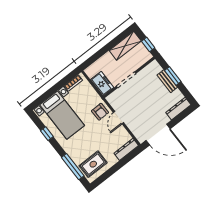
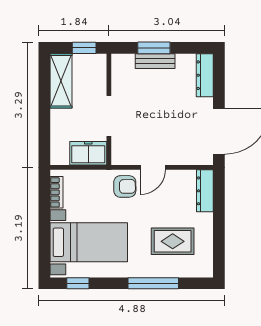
door: (118, 118) -> (153, 167), hinge flipped
window: (47, 134) -> (78, 283), moved
rug: (93, 164) -> (173, 241), moved, turned 90
window: (73, 167) -> (153, 283), moved

